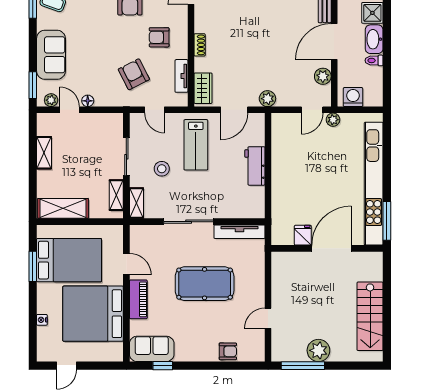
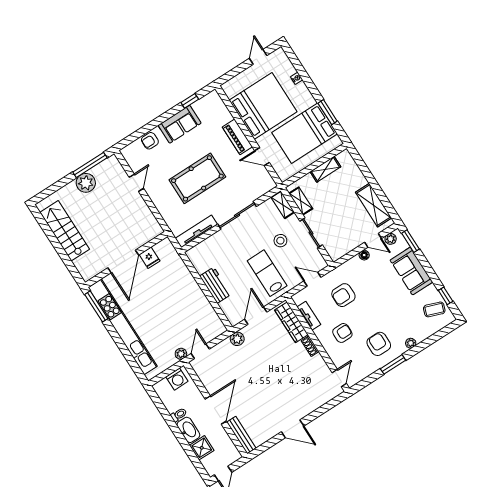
armchair: (134, 74) -> (343, 295), turned 117
plant: (323, 76) -> (208, 380), removed
wardrobe: (203, 88) -> (291, 322), width x1.50
shelving: (44, 153) -> (374, 205), width x1.50, depth x1.33
shelving: (63, 208) -> (325, 169), width x0.67, depth x0.75
sofa: (152, 349) -> (180, 124), moved

